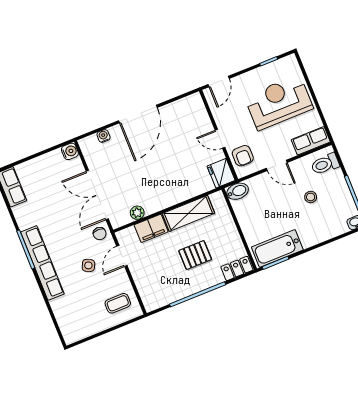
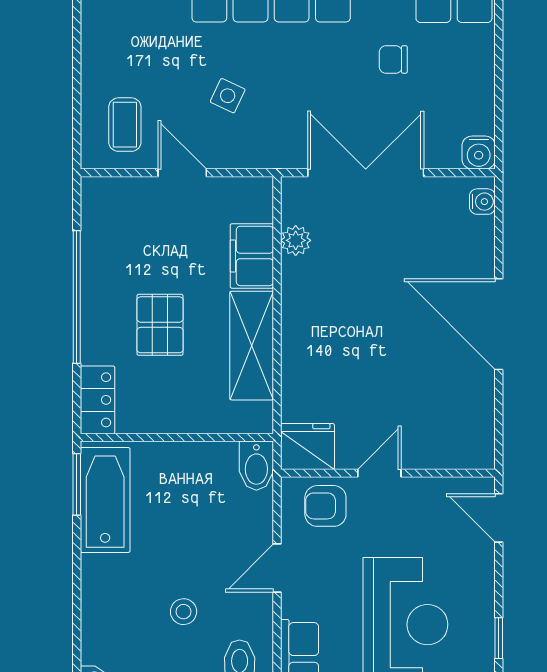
water cooler: (103, 136) -> (482, 202), moved
chair: (100, 234) -> (393, 59), moved
door: (122, 256) -> (182, 173), moved

